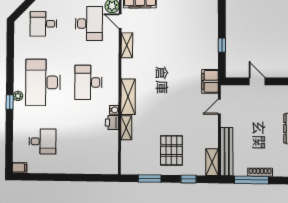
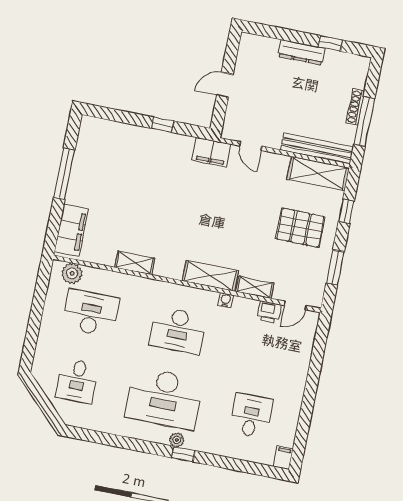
door: (120, 21) -> (295, 305), moved
printer: (112, 123) -> (269, 312), moved
shelving: (212, 162) -> (318, 173), width x1.50, depth x1.33

